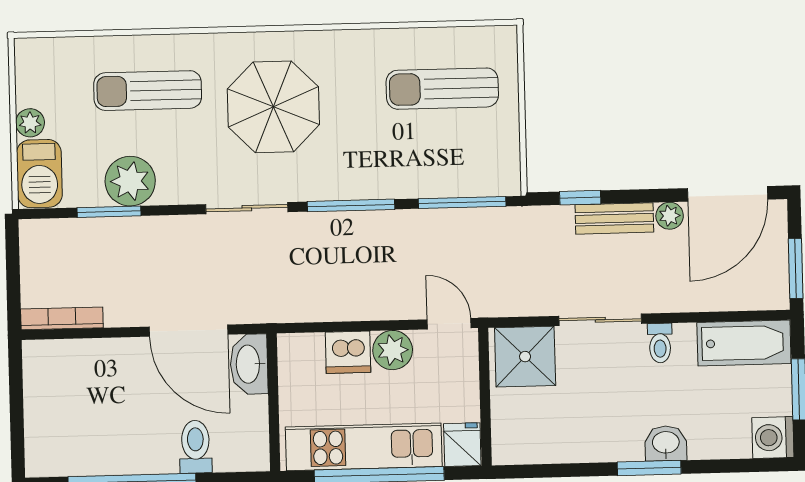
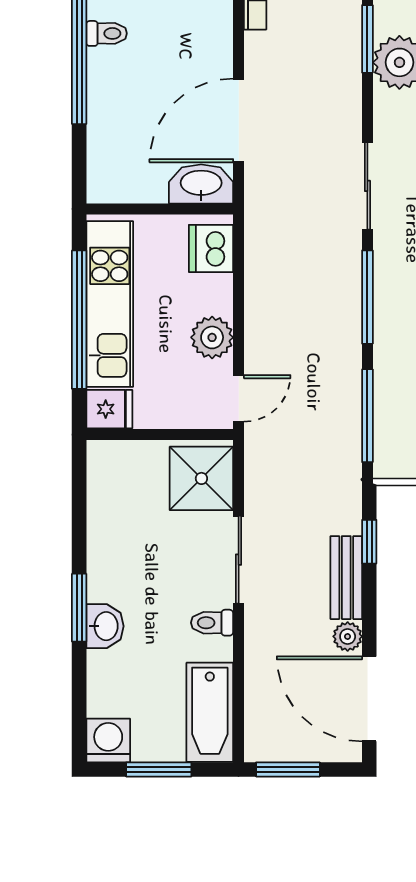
dishwasher: (348, 352) -> (211, 248), moved
toilet: (196, 447) -> (107, 33), moved, width x0.73, depth x0.72

